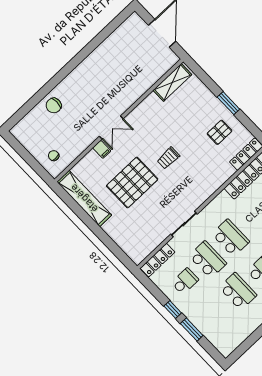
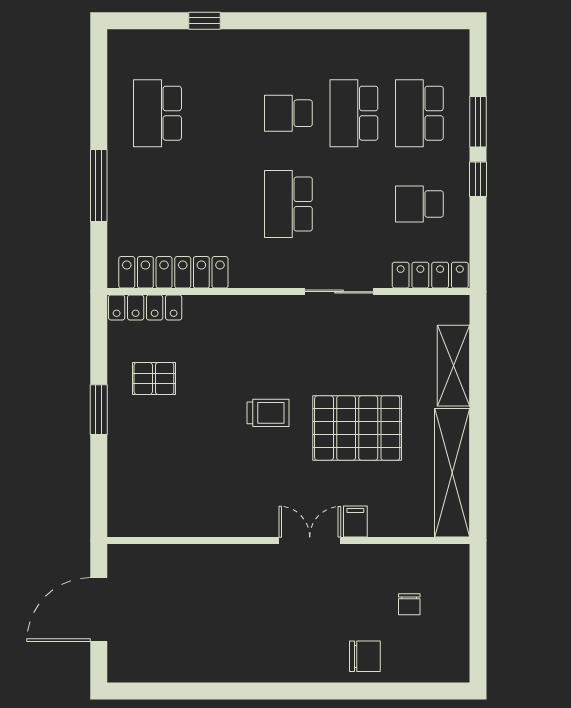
shelving: (172, 82) -> (454, 366), moved, turned 90
chair: (54, 156) -> (409, 604), moved
school desk: (208, 260) -> (419, 113), moved

